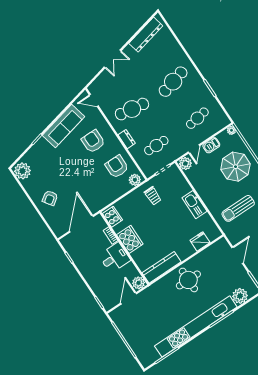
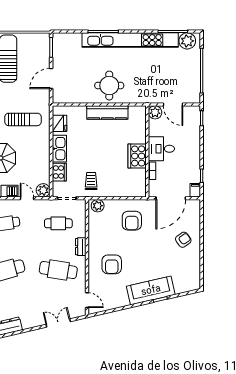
double door: (113, 59) -> (58, 323), moved
sofa: (63, 126) -> (151, 290), moved
door: (194, 149) -> (27, 198), hinge flipped
armchair: (117, 167) -> (132, 221), moved
plant: (22, 171) -> (192, 280), removed
cooker: (112, 217) -> (59, 172), moved, turned 180
fridge: (200, 241) -> (59, 123), moved, turned -90
filing cabinet: (66, 243) -> (195, 190), added
kitchen counter: (162, 267) -> (107, 113), moved
plant: (240, 296) -> (187, 41), moved
door: (129, 298) -> (173, 105), hinge flipped

